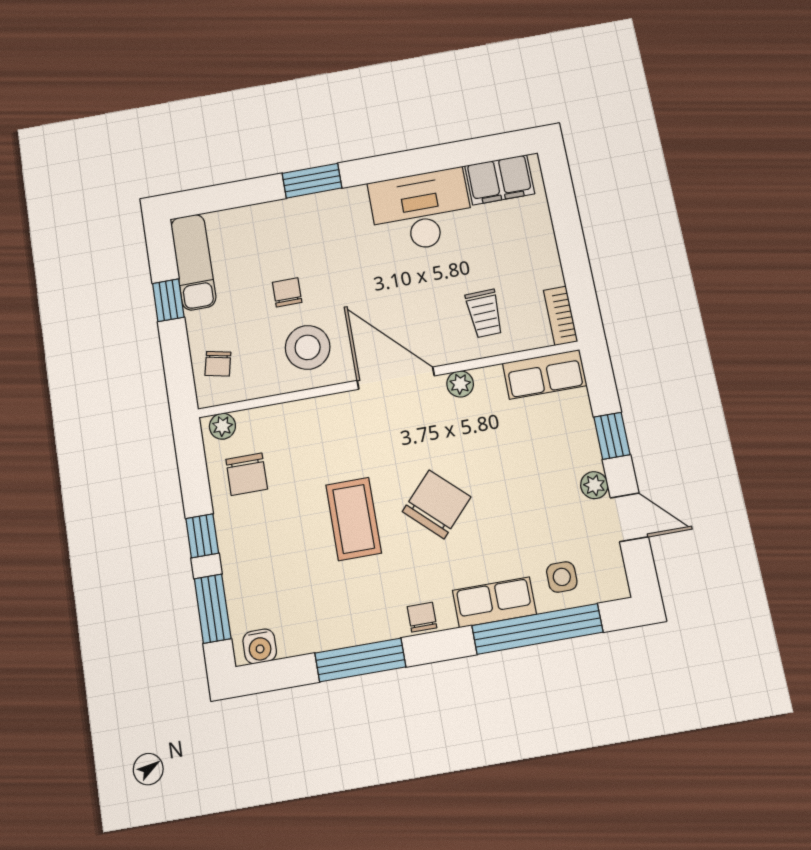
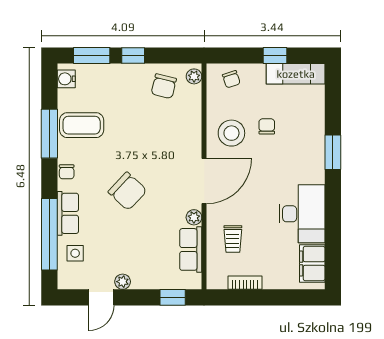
chair: (287, 292) -> (267, 126), turned -90
trolley: (484, 313) -> (233, 239), turned -88
bookcase: (561, 316) -> (245, 283), moved
chair: (218, 364) -> (231, 79), turned -120
row of seats: (545, 374) -> (191, 249), moved
window: (612, 436) -> (173, 297), moved
chair: (247, 474) -> (164, 86), turned -76
coffee table: (354, 519) -> (82, 125), moved
chair: (422, 617) -> (67, 172), turned 90

